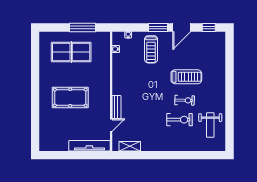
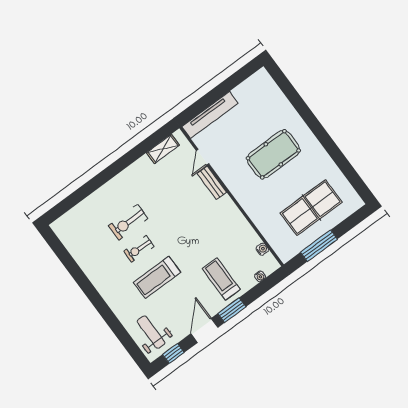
weight bench: (210, 125) -> (151, 332), moved

